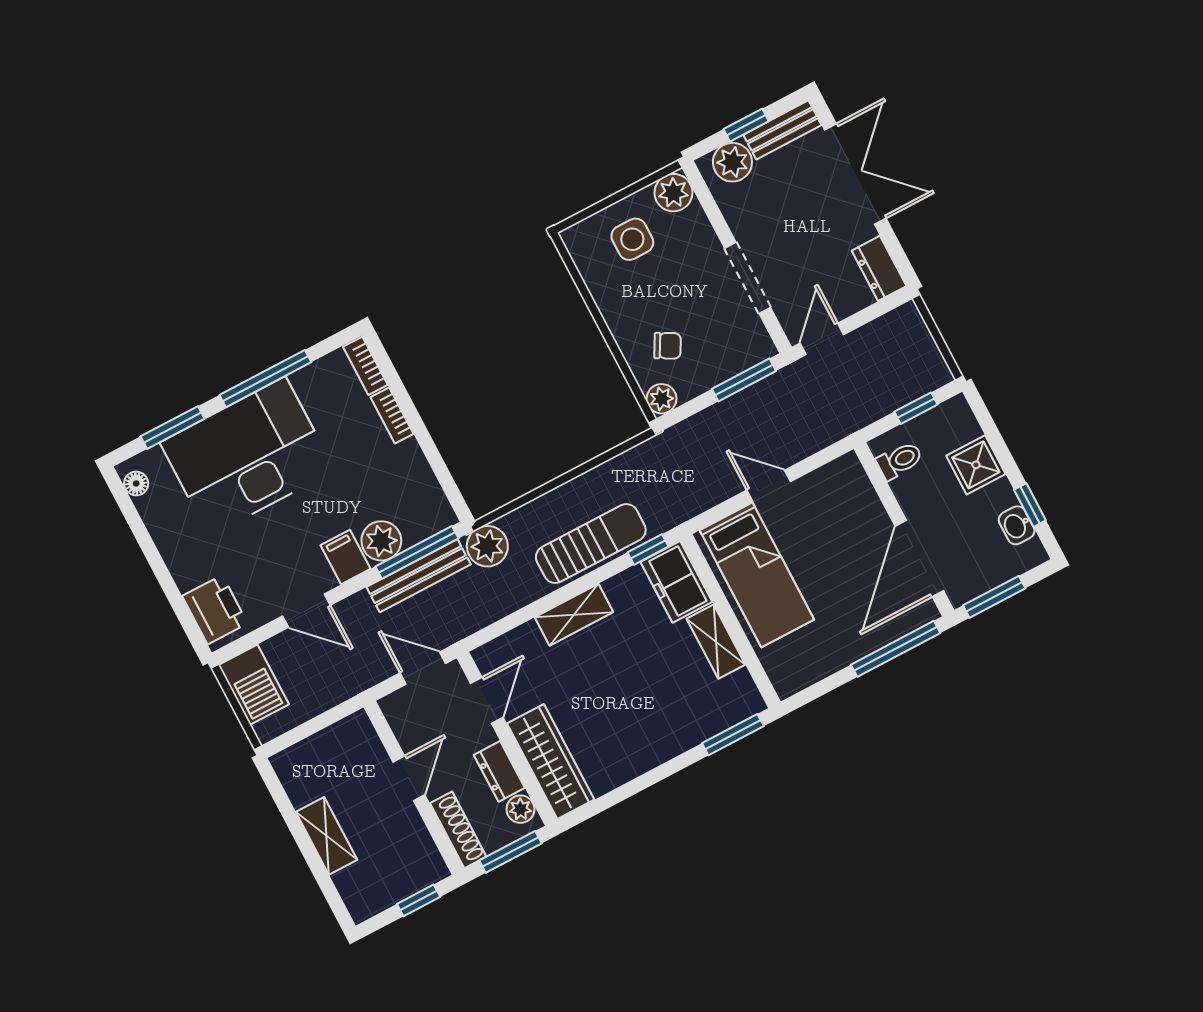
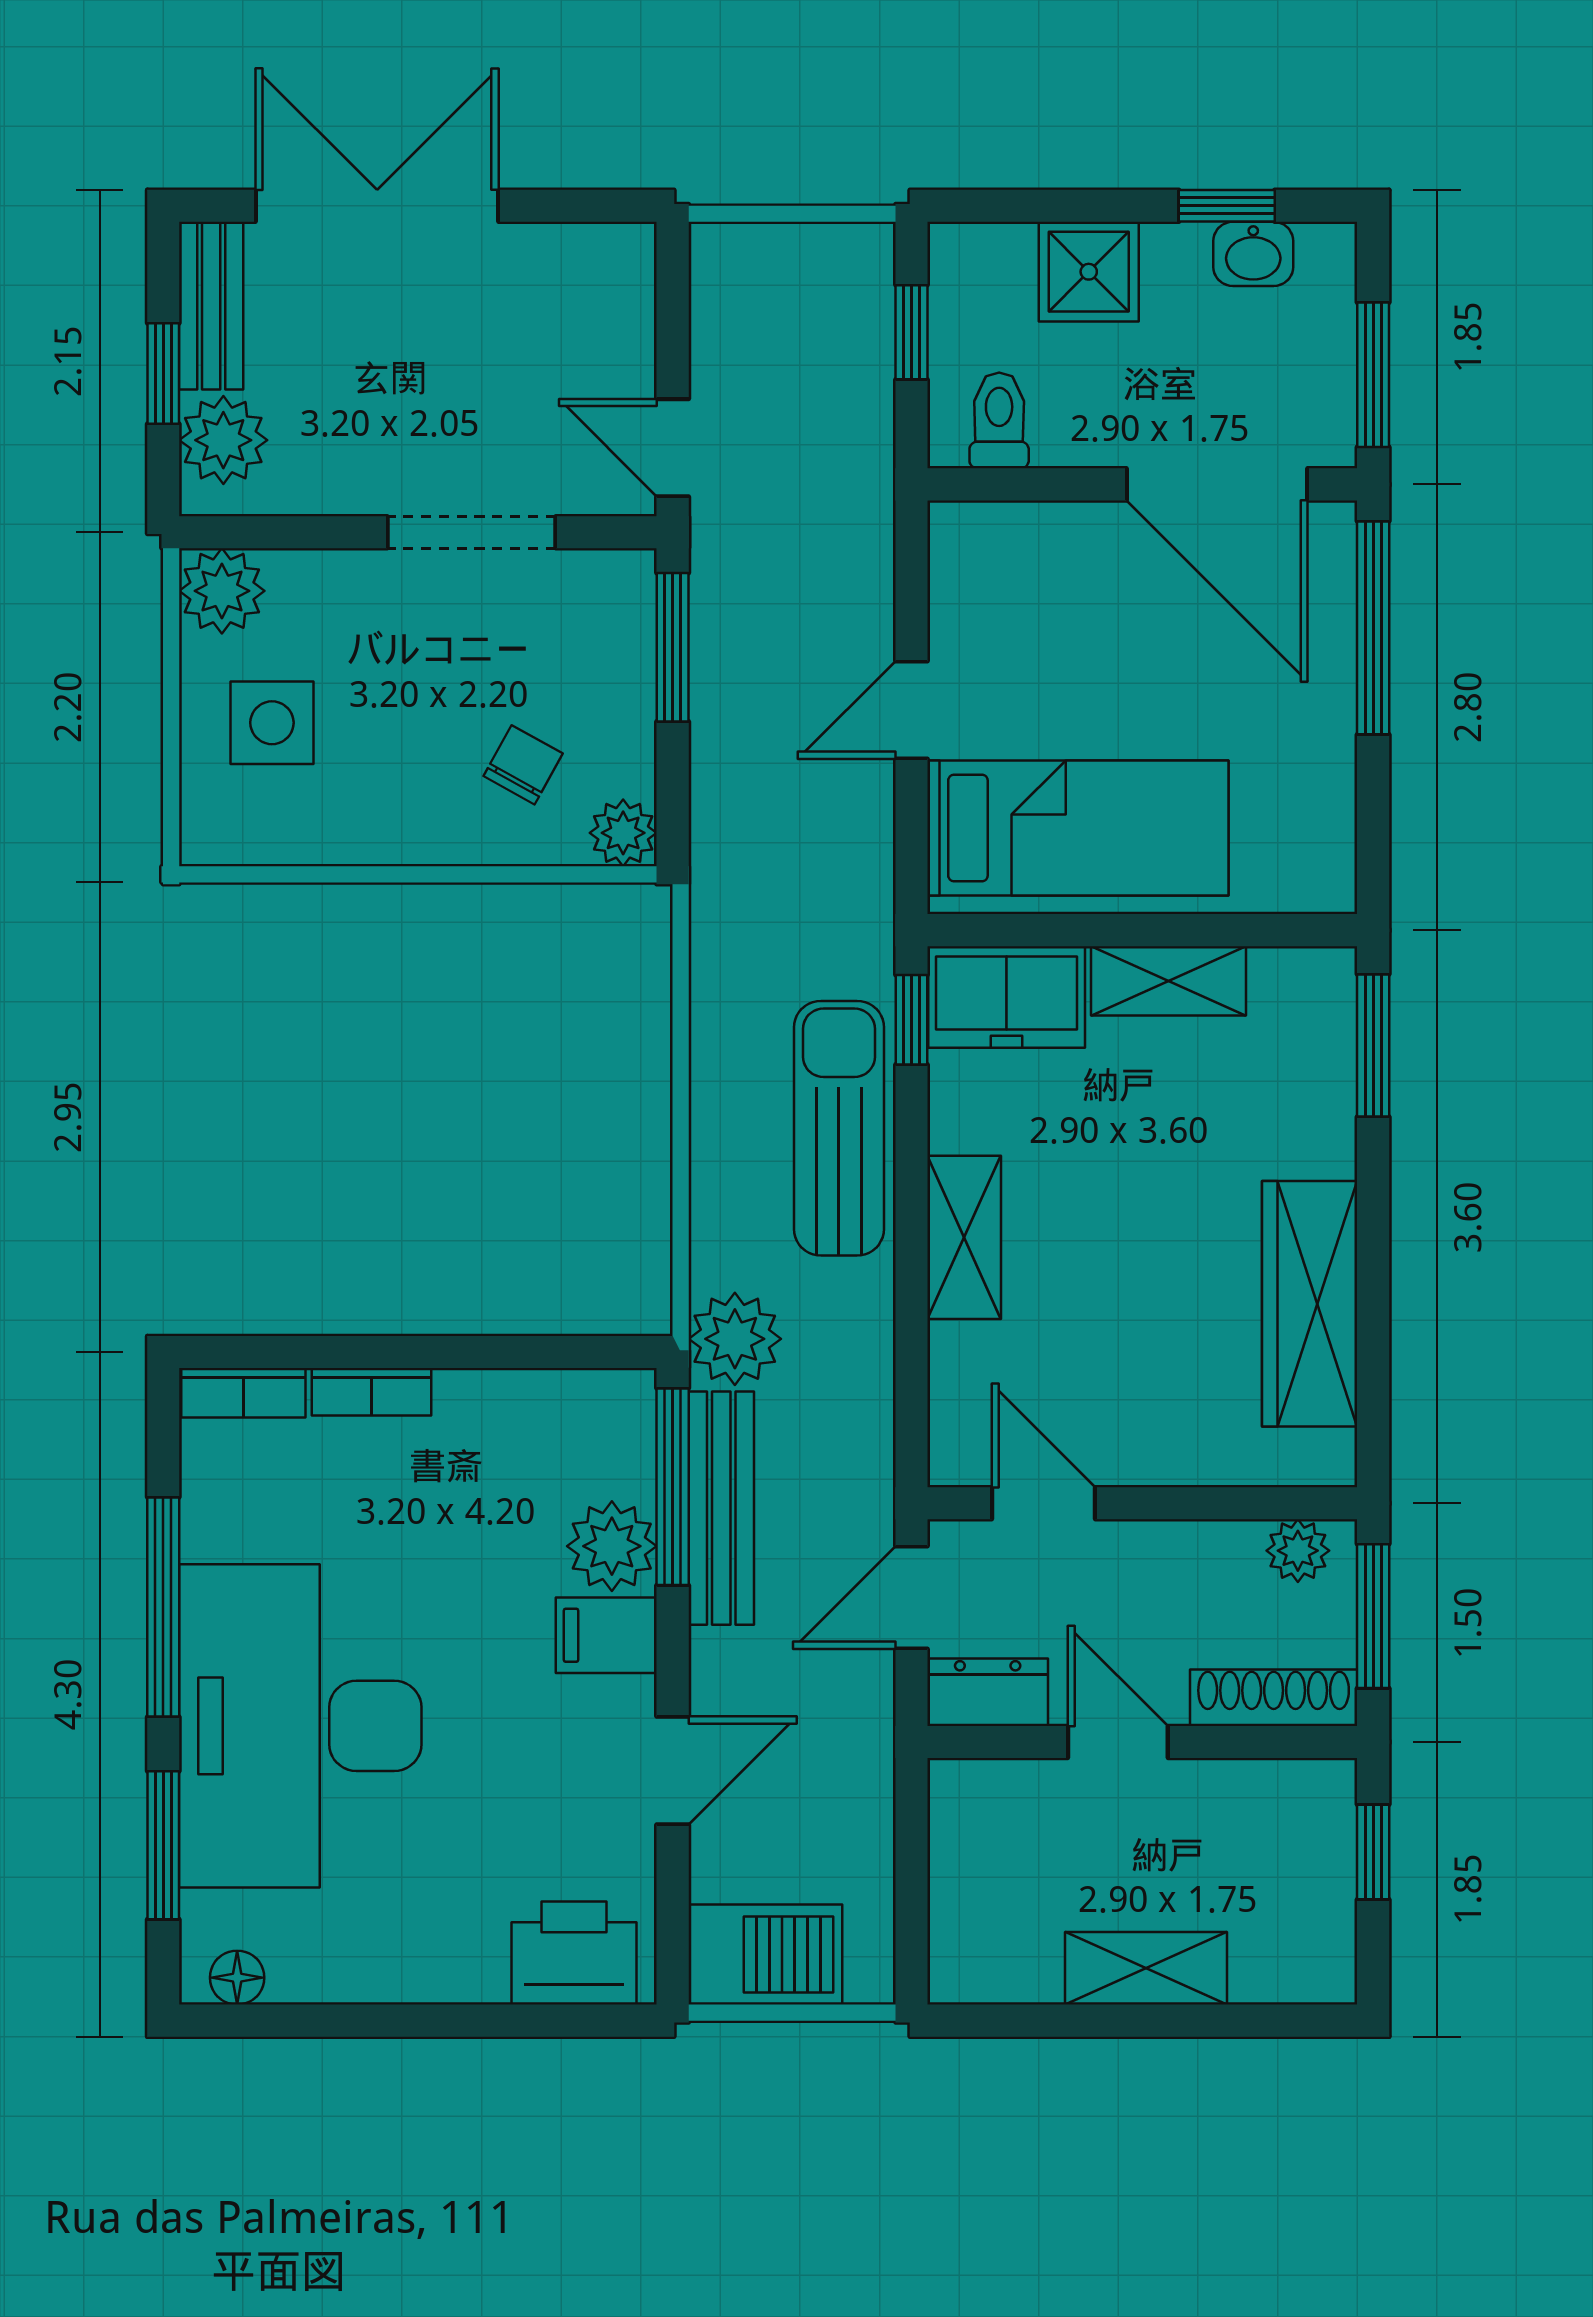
dresser: (879, 268) -> (592, 258), removed
wardrobe: (551, 762) -> (1310, 1304), moved, turned -90
dresser: (499, 771) -> (988, 1692), moved, turned 180

